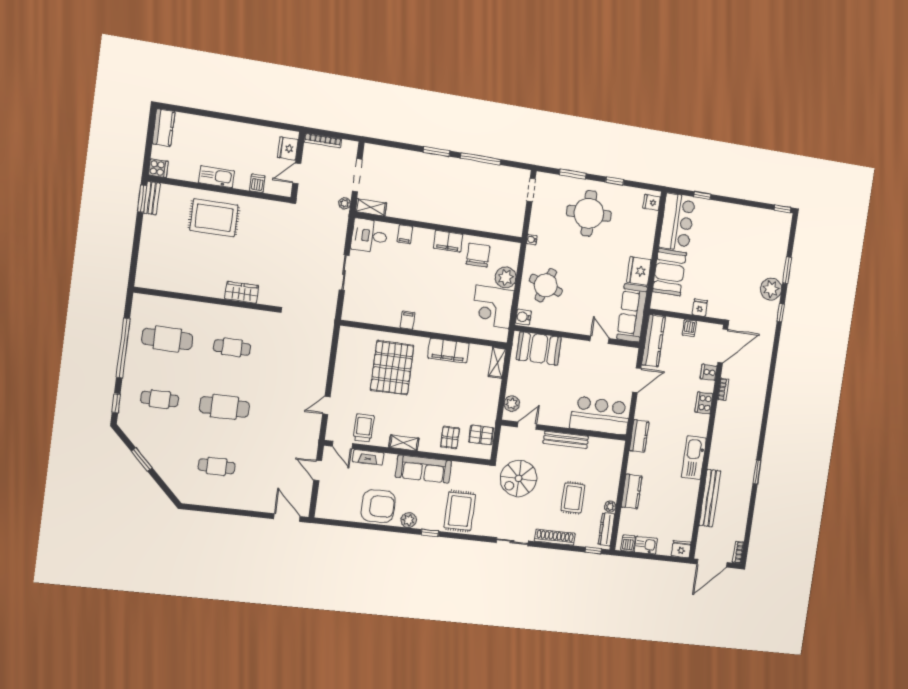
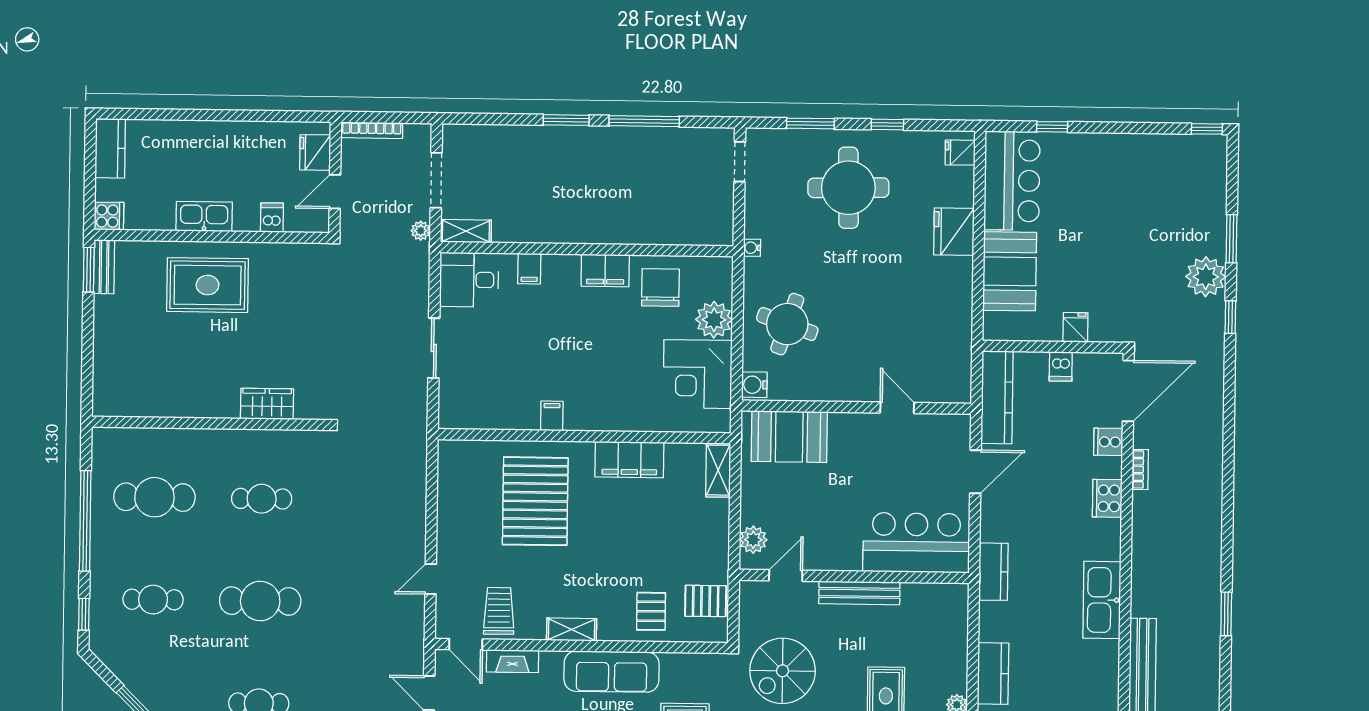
fridge: (639, 271) -> (954, 232), moved
sofa: (632, 313) -> (951, 353), removed

